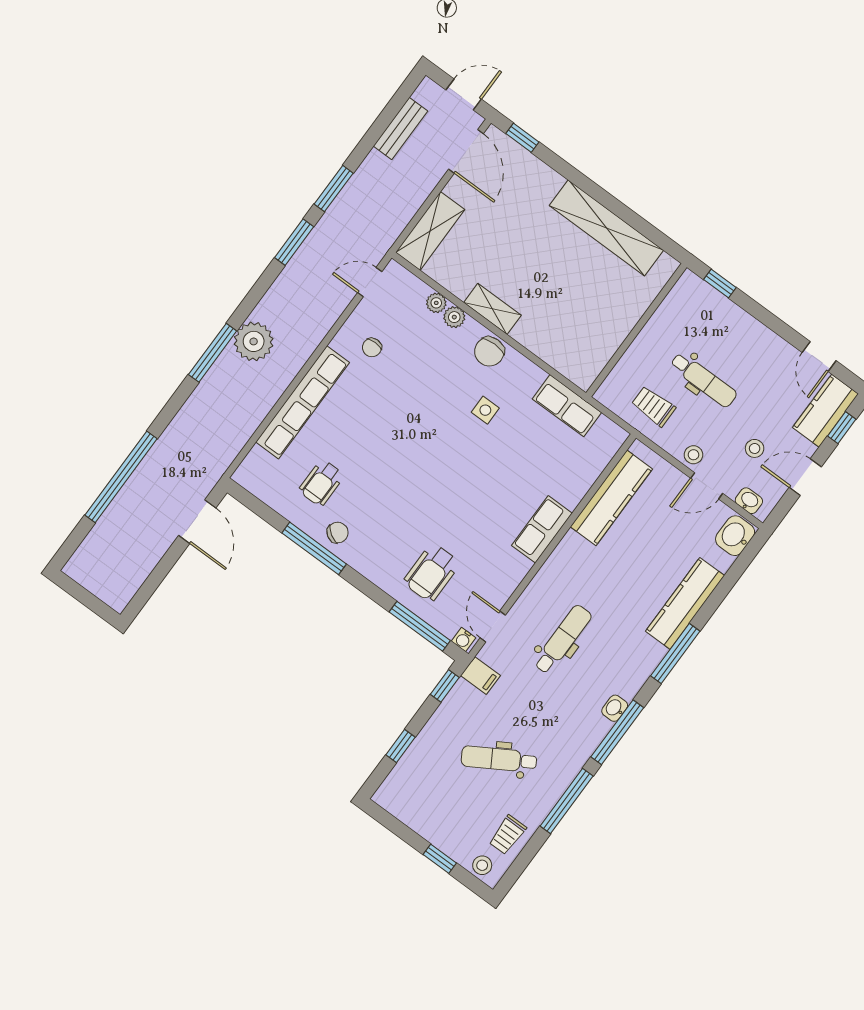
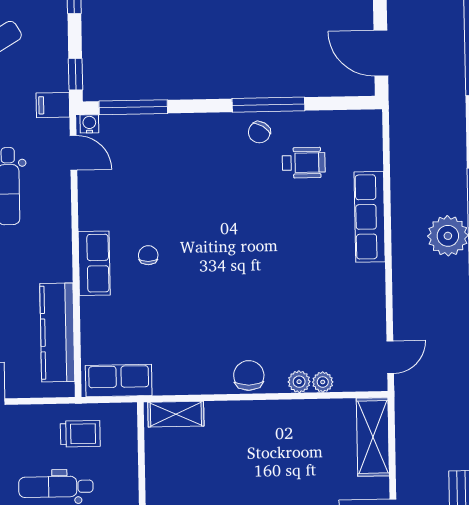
shelving: (492, 309) -> (176, 414), moved
chair: (372, 347) -> (148, 255), moved
row of seats: (303, 402) -> (370, 217), width x0.73
row of seats: (567, 406) -> (119, 381), moved
side table: (485, 410) -> (215, 325), removed
stool: (693, 455) -> (17, 419), removed
wheelchair: (321, 483) -> (304, 163), turned 90
wheelchair: (432, 573) -> (157, 158), removed

